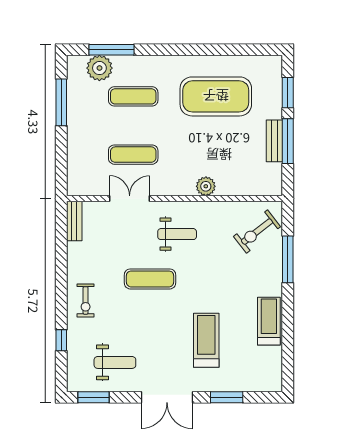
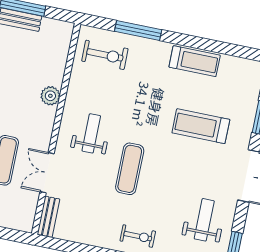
bench: (74, 221) -> (48, 217), moved, turned 90
exercise bike: (257, 232) -> (105, 55), turned -52
treadmill: (269, 321) -> (195, 61), turned 180

